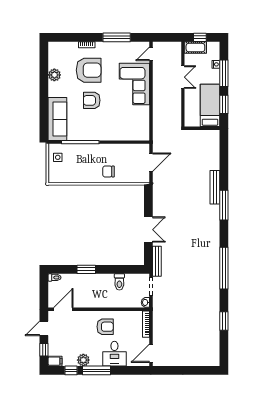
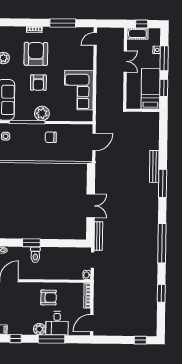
armchair: (89, 70) -> (36, 54), turned -90
corner sofa: (134, 84) -> (79, 90), moved
armchair: (92, 100) -> (38, 83), turned -90
plant: (96, 133) -> (42, 113), added
chair: (108, 172) -> (51, 137), moved
toilet: (119, 282) -> (35, 255), moved
plant: (83, 360) -> (39, 329), moved
window: (96, 370) -> (52, 339), moved
window: (202, 370) -> (140, 340), added

